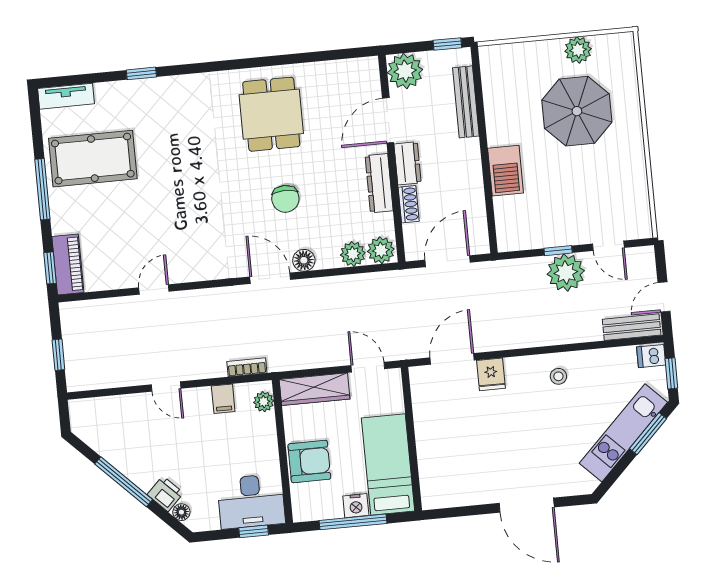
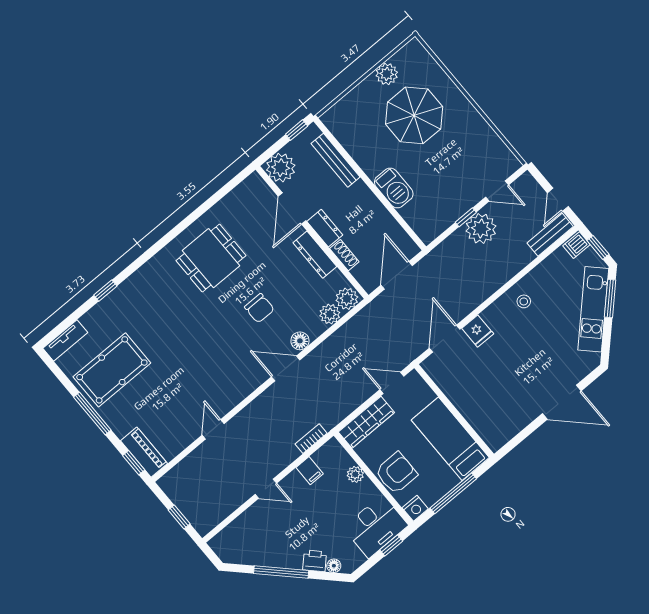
dining table: (271, 114) -> (211, 258), turned 90
plant: (264, 402) -> (355, 474), moved
nightstand: (356, 506) -> (415, 508), moved

